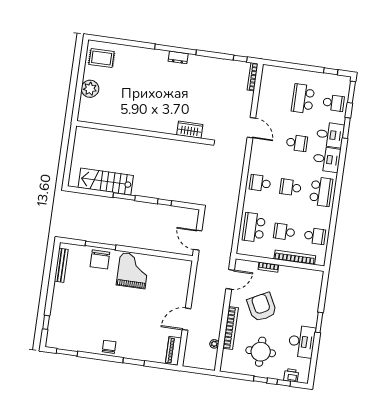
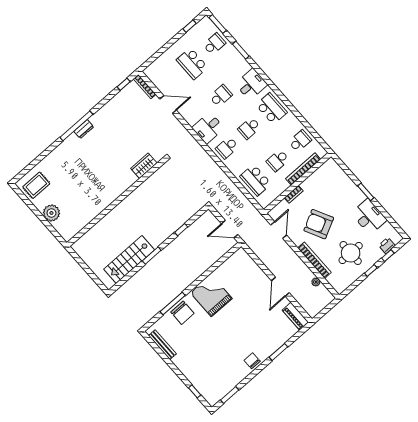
door: (251, 128) -> (168, 105), moved
desk: (330, 135) -> (208, 128), moved, turned 180

